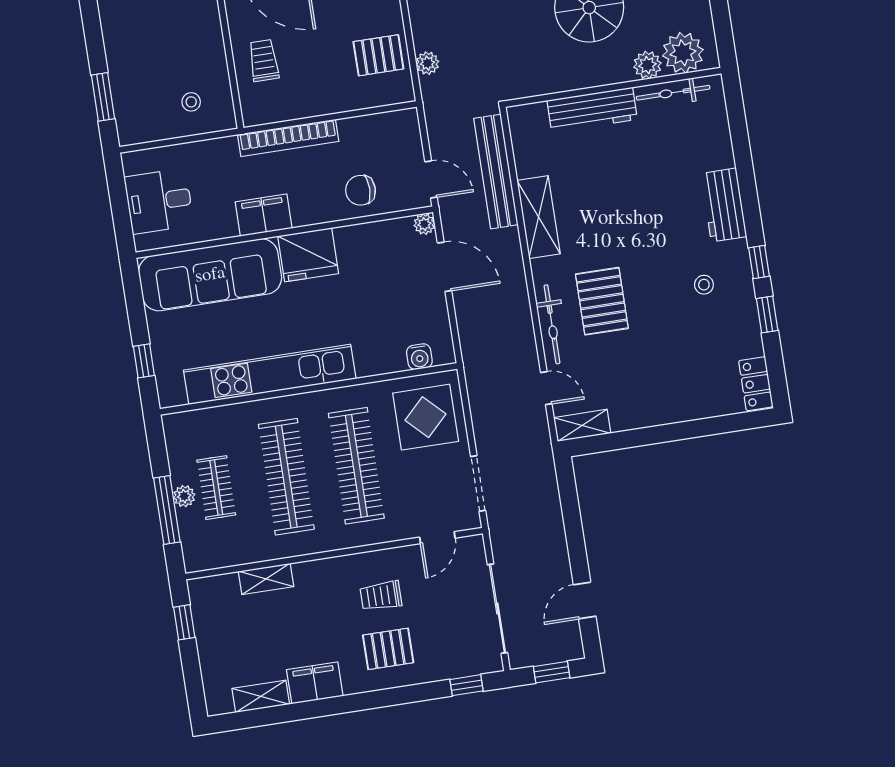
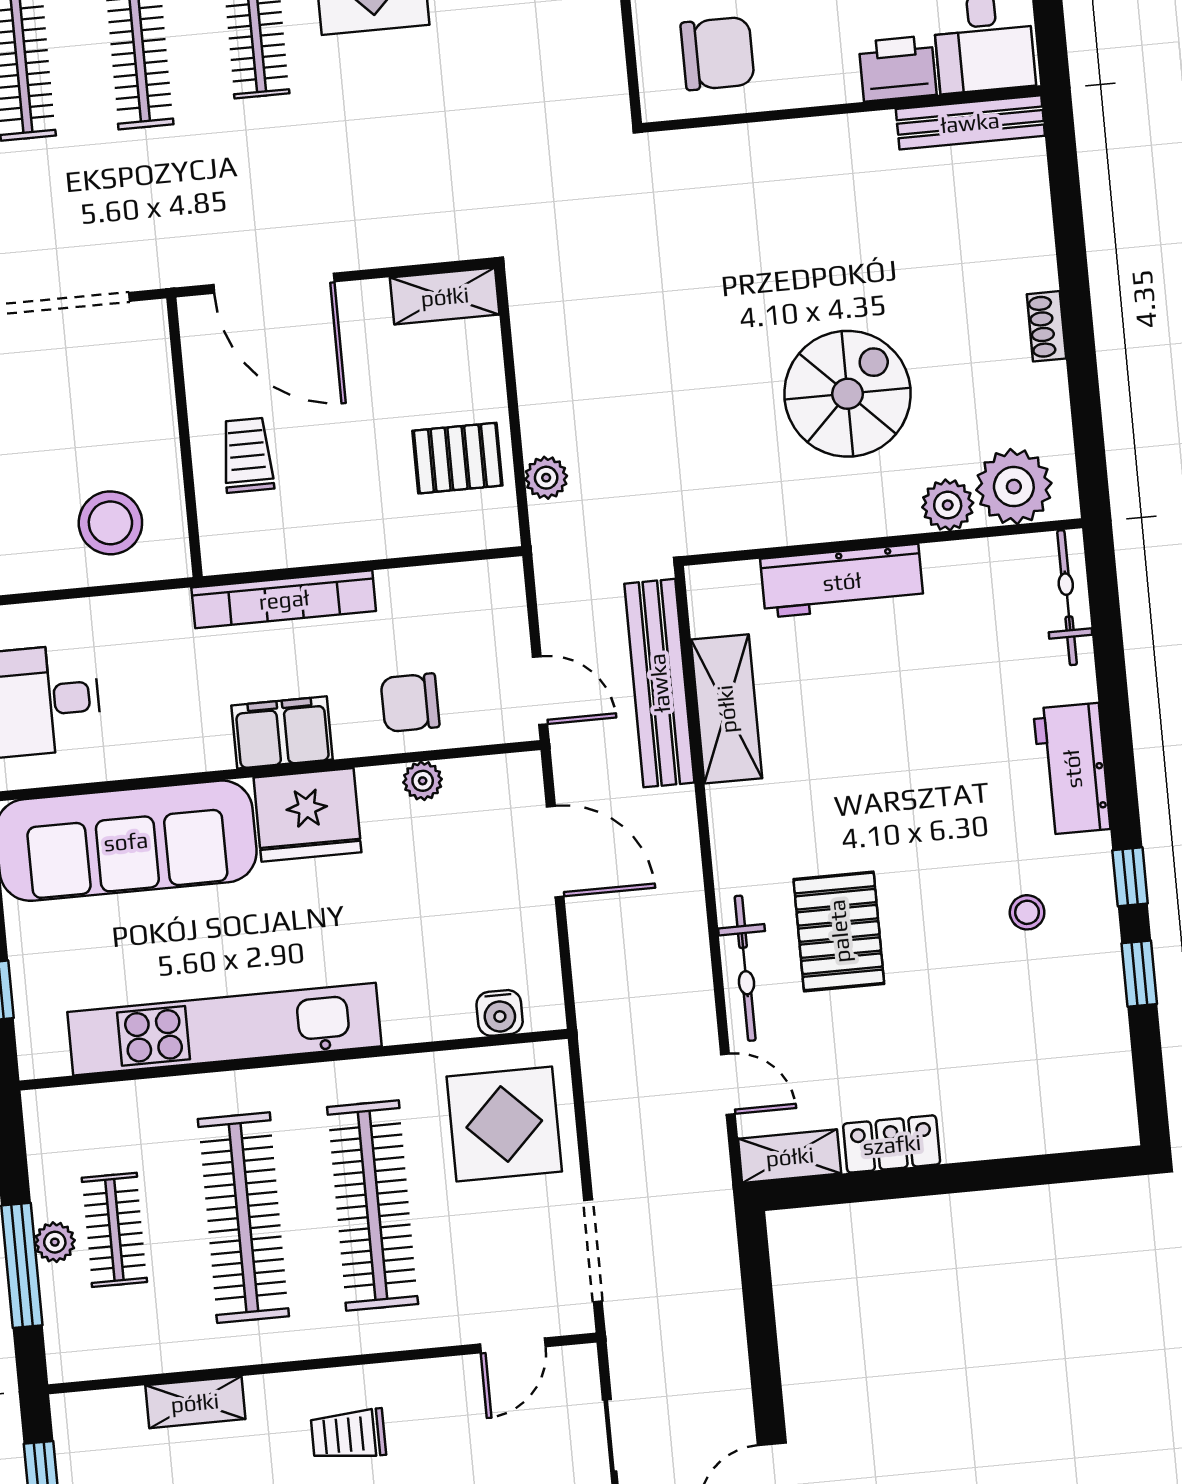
bicycle: (673, 93) -> (1067, 598), moved, turned 90
stool: (191, 102) -> (110, 523), width x1.89, depth x1.89
filing cabinet: (264, 215) -> (282, 732), moved
shelving: (539, 217) -> (726, 709), moved
plant: (424, 224) -> (423, 781), moved
locker: (756, 384) -> (892, 1144), moved, turned 90
trolley: (381, 596) -> (348, 1435), moved

